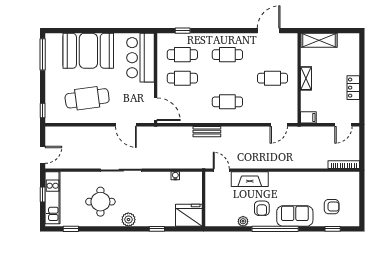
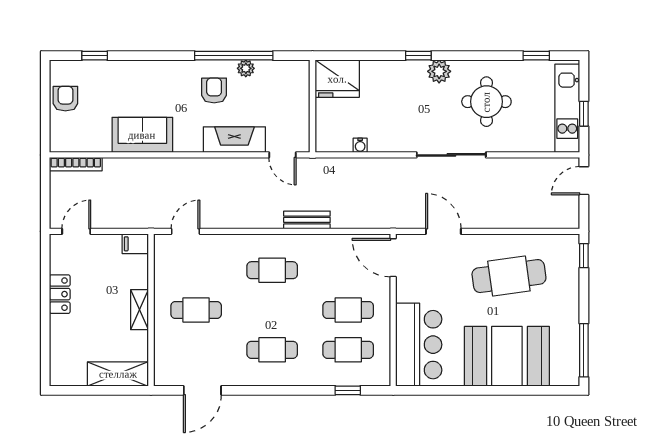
armchair: (332, 207) -> (65, 99), moved, turned 90
sofa: (295, 216) -> (142, 135), moved, turned 180
window: (157, 229) -> (418, 56), moved
window: (275, 229) -> (234, 56), moved

